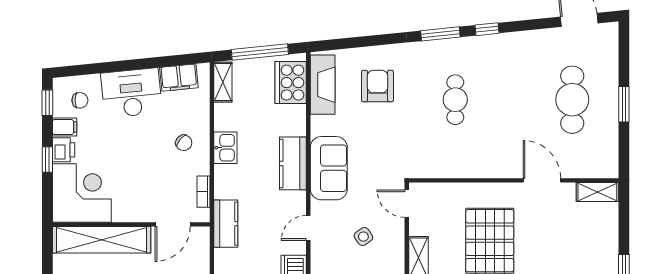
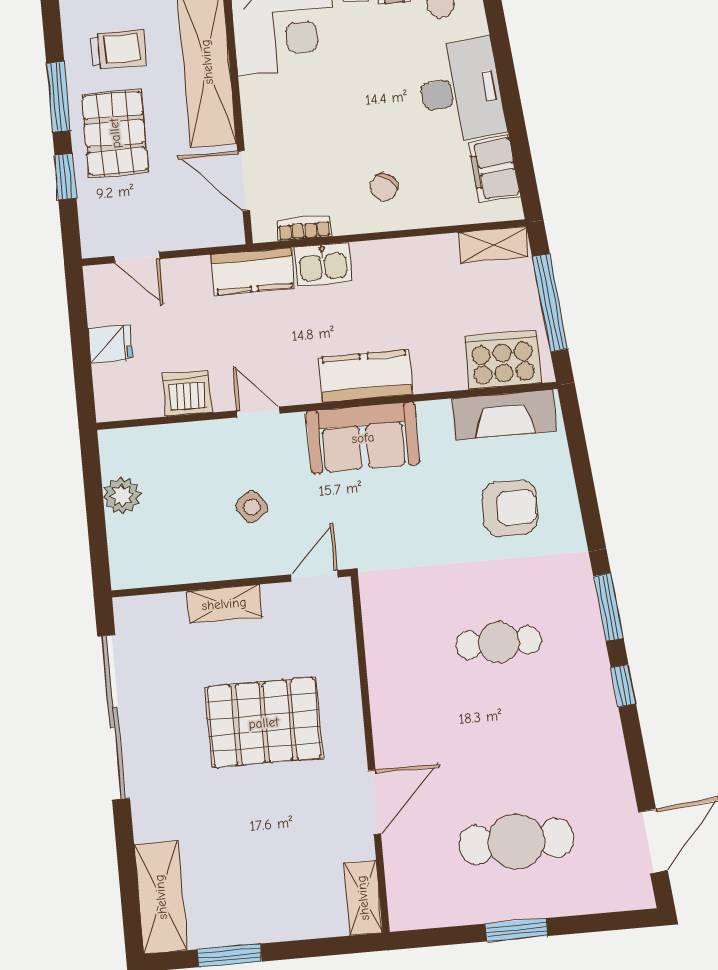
kitchen sink: (225, 148) -> (323, 264), moved

